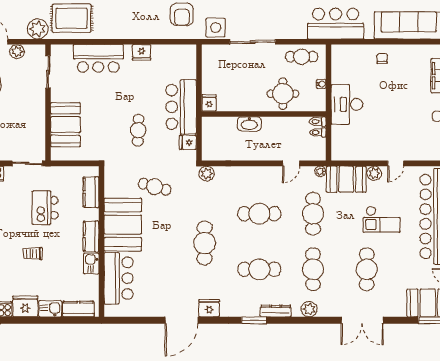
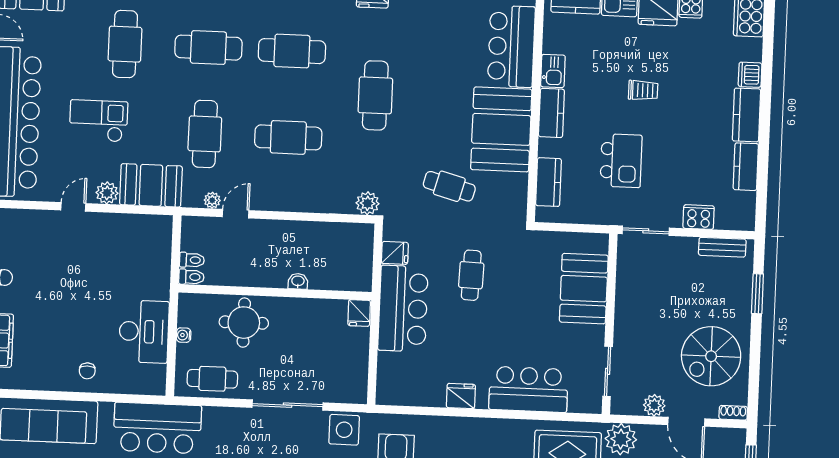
desk: (347, 104) -> (144, 332), moved
washbasin: (249, 124) -> (298, 281), width x0.52, depth x0.69
plant: (320, 171) -> (212, 200), moved
cafe table: (313, 269) -> (208, 48), turned 90

